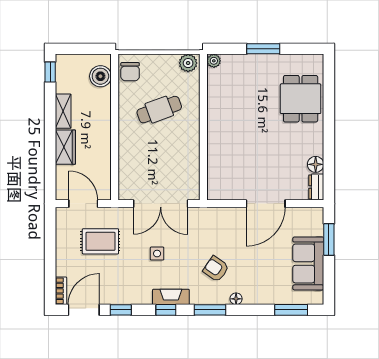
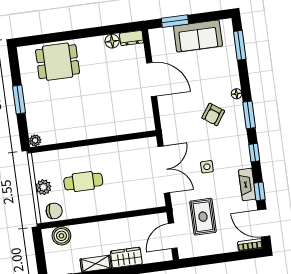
plant: (188, 63) -> (43, 187), moved
cafe table: (159, 110) -> (83, 182), turned -70
fireplace: (171, 297) -> (247, 185), moved

